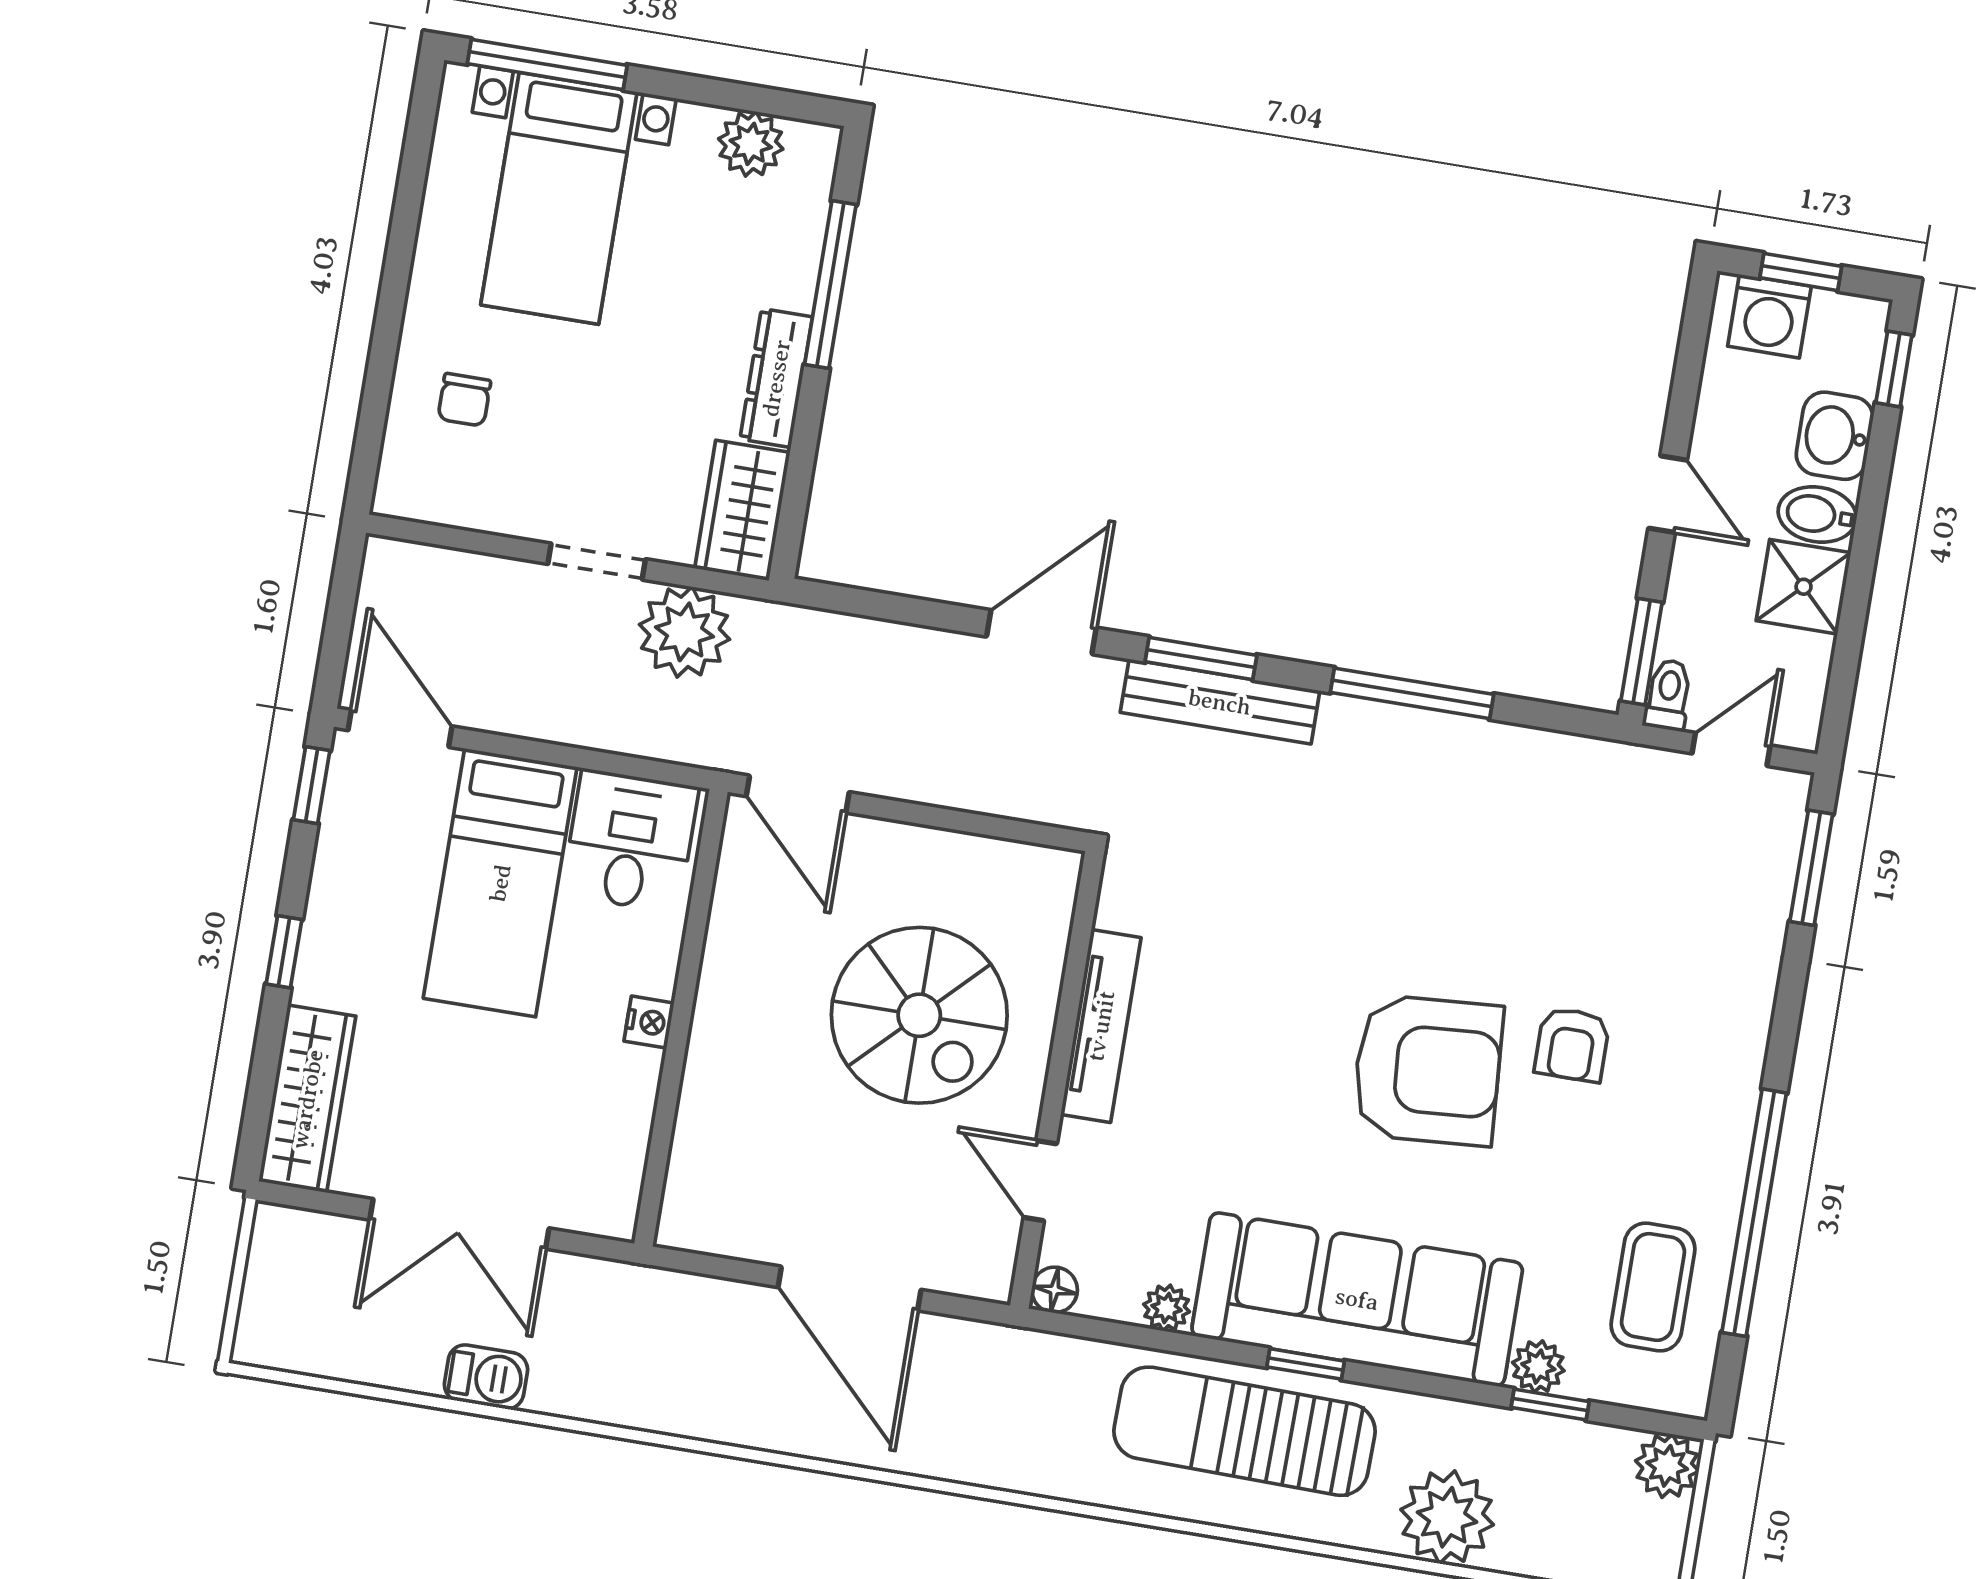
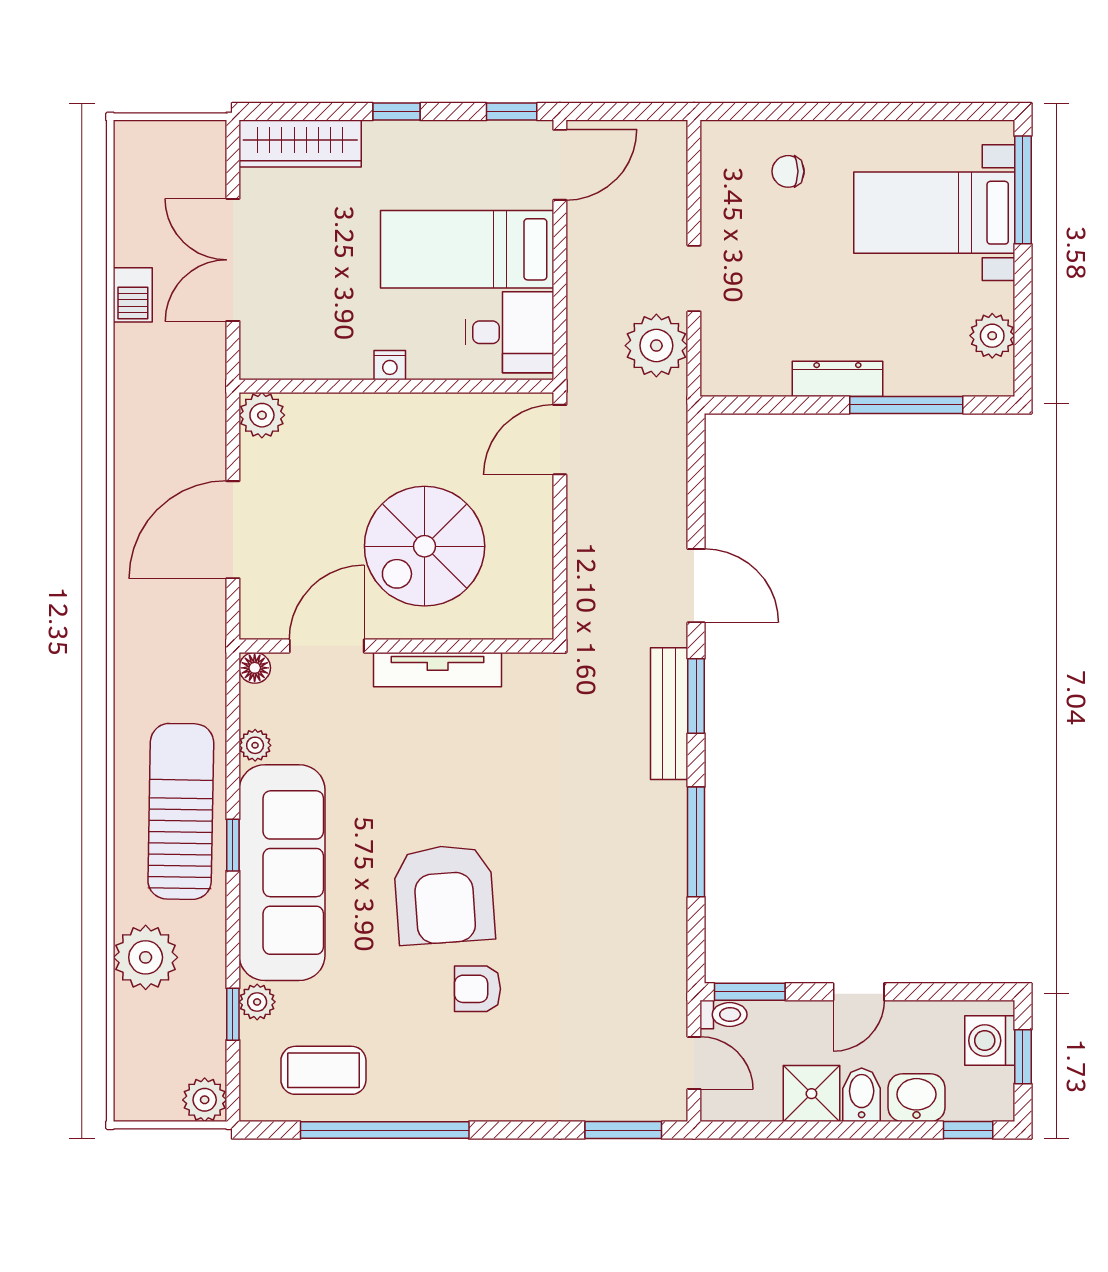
wardrobe: (742, 510) -> (745, 371), removed
door: (1040, 1181) -> (327, 646), width x1.38
plant: (691, 1219) -> (262, 415), added

